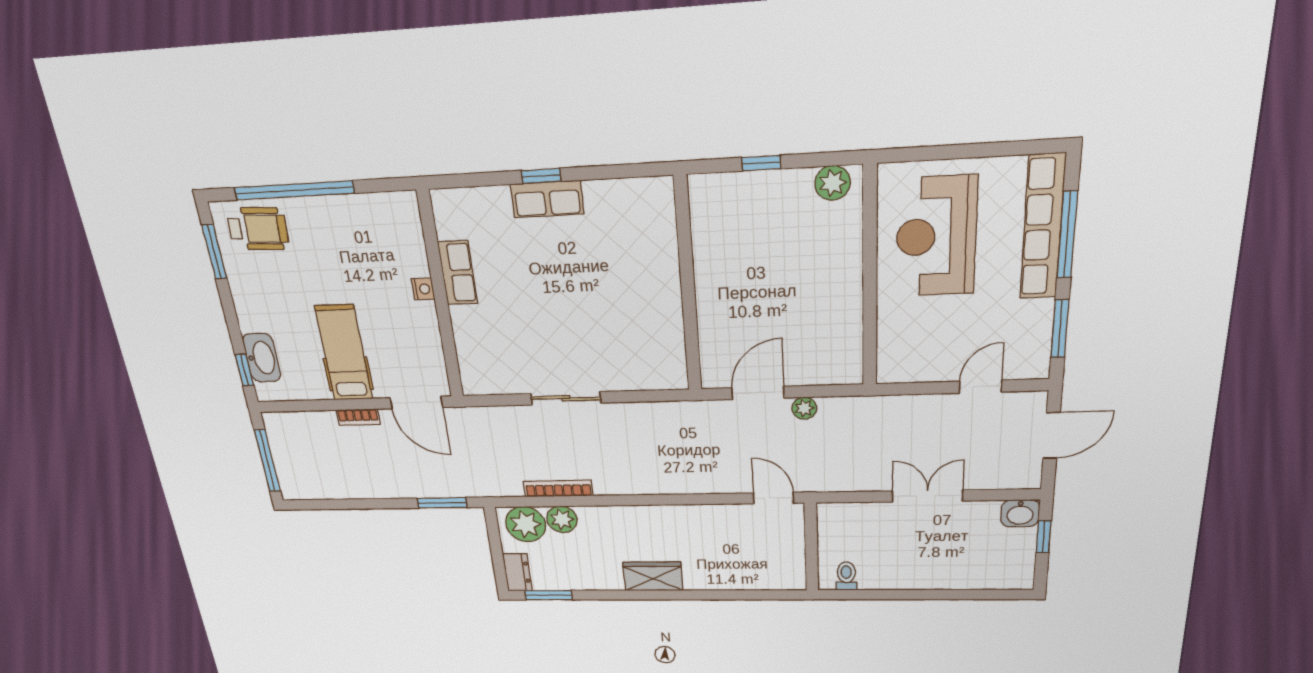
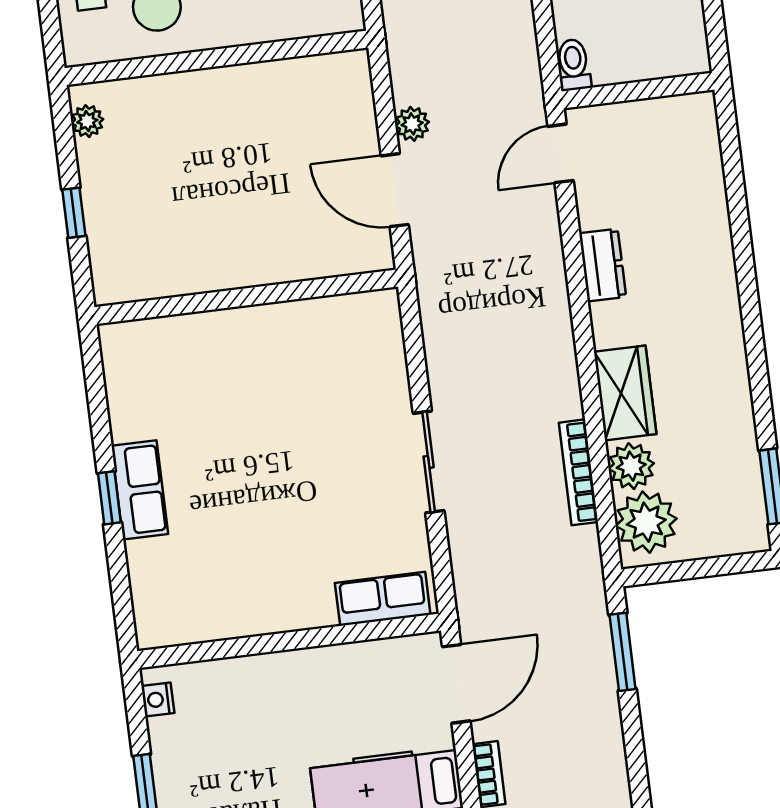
plant: (833, 183) -> (87, 121), width x0.73, depth x0.73
row of seats: (458, 273) -> (383, 599), moved
nightstand: (423, 289) -> (158, 699), moved, turned -90
dresser: (517, 572) -> (603, 265), moved, turned 90
wardrobe: (653, 576) -> (625, 393), moved, turned 180
toilet: (846, 576) -> (574, 65), moved, turned 90

